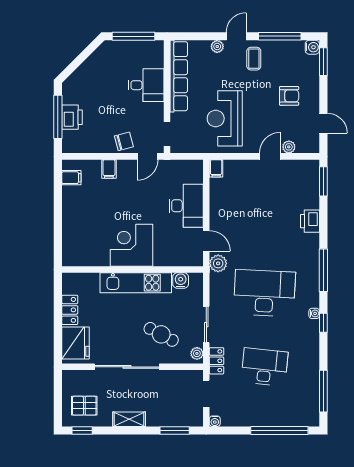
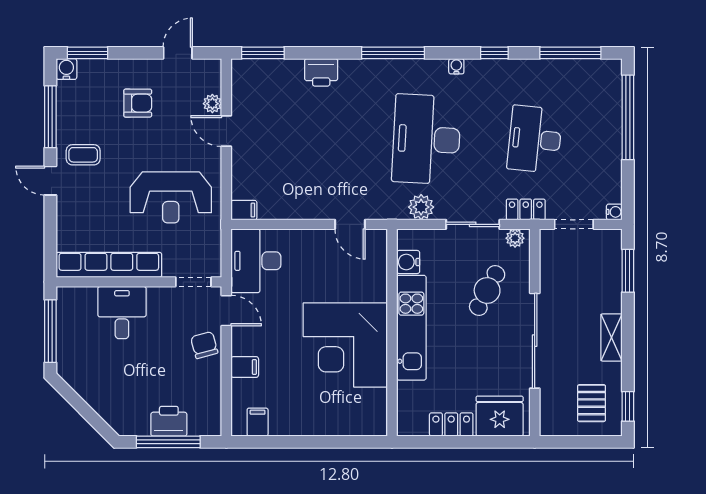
plant: (217, 46) -> (65, 208), removed
armchair: (289, 96) -> (138, 103), turned 90
desk: (186, 206) -> (256, 261), moved, turned -90
door: (206, 241) -> (350, 224), swing flipped
corner desk: (132, 245) -> (345, 345), width x1.36, depth x1.36
plant: (218, 263) -> (421, 207), moved
window: (323, 323) -> (494, 53), moved

